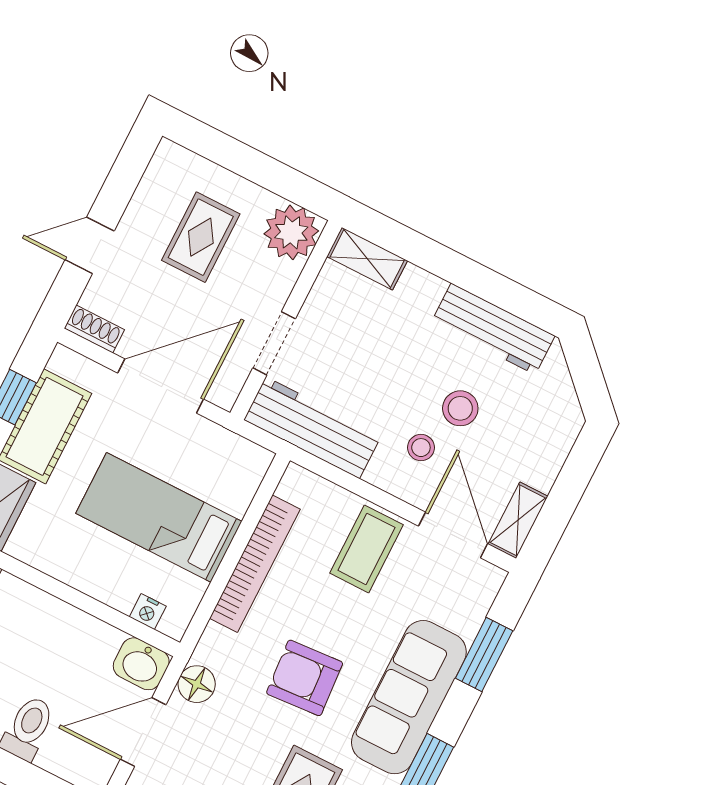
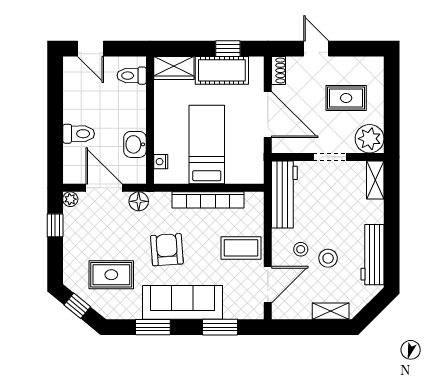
doorway: (274, 343) -> (330, 157), moved
shelving: (518, 520) -> (331, 311), moved
washbasin: (141, 664) -> (135, 144), moved

